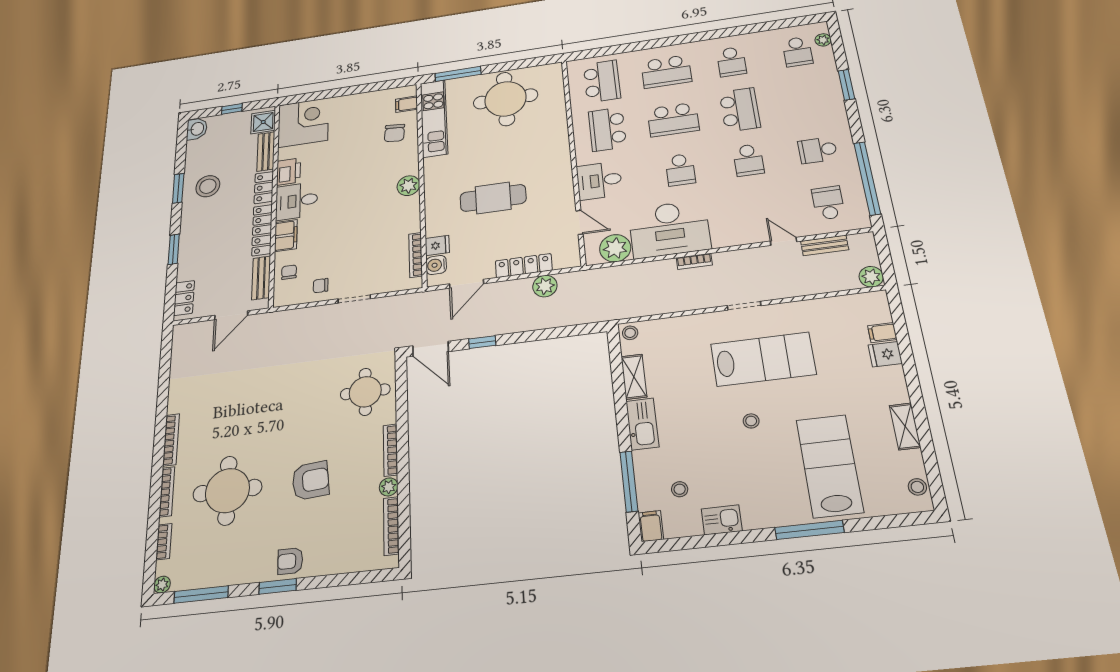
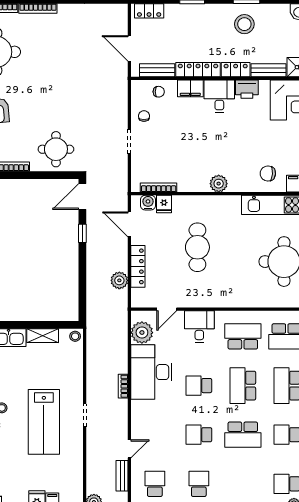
school desk: (828, 203) -> (155, 484), turned -90

